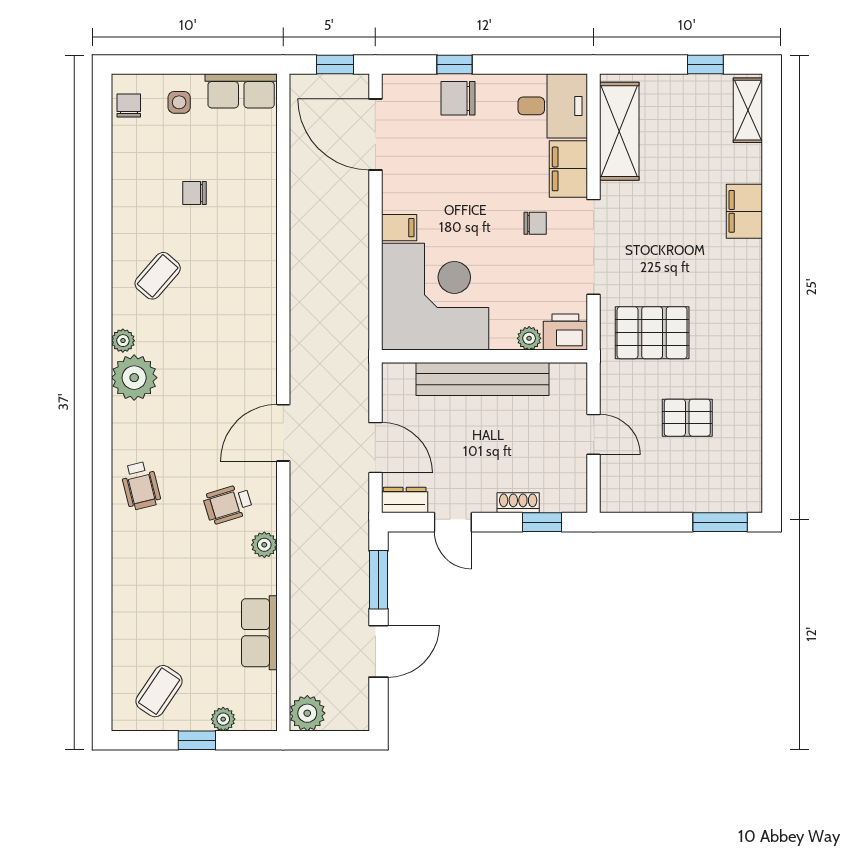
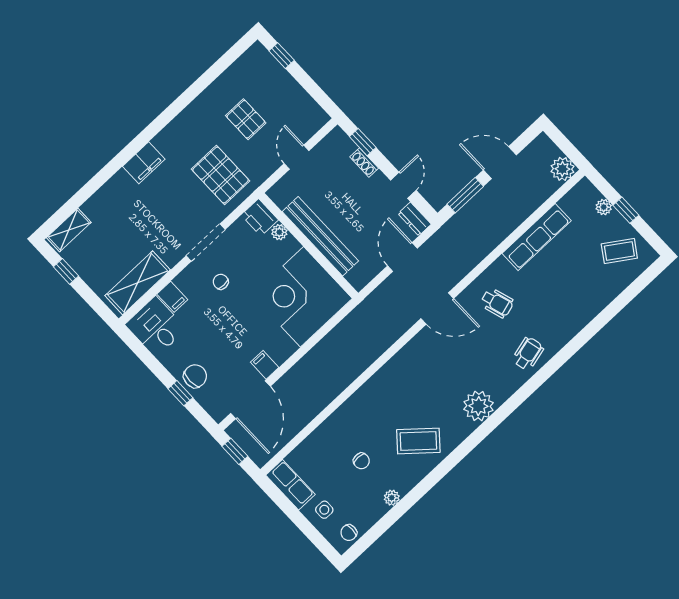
chair: (458, 98) -> (195, 376), turned -90
filing cabinet: (568, 169) -> (172, 297), width x0.50
filing cabinet: (744, 211) -> (144, 163), moved
filing cabinet: (399, 228) -> (265, 365), moved
doorway: (594, 247) -> (206, 243), width x0.73
coffee table: (158, 276) -> (418, 441), width x1.36, depth x1.30
plant: (123, 341) -> (392, 498), moved
window: (720, 522) -> (282, 56), width x0.67
plant: (264, 545) -> (500, 267), removed
row of seats: (259, 633) -> (537, 237), width x1.48

